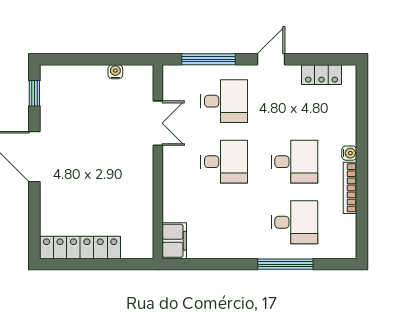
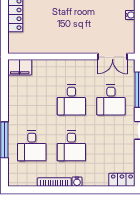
water cooler: (115, 72) -> (130, 15), moved
locker: (321, 75) -> (122, 180), moved, turned 90
double door: (158, 123) -> (113, 57), moved

